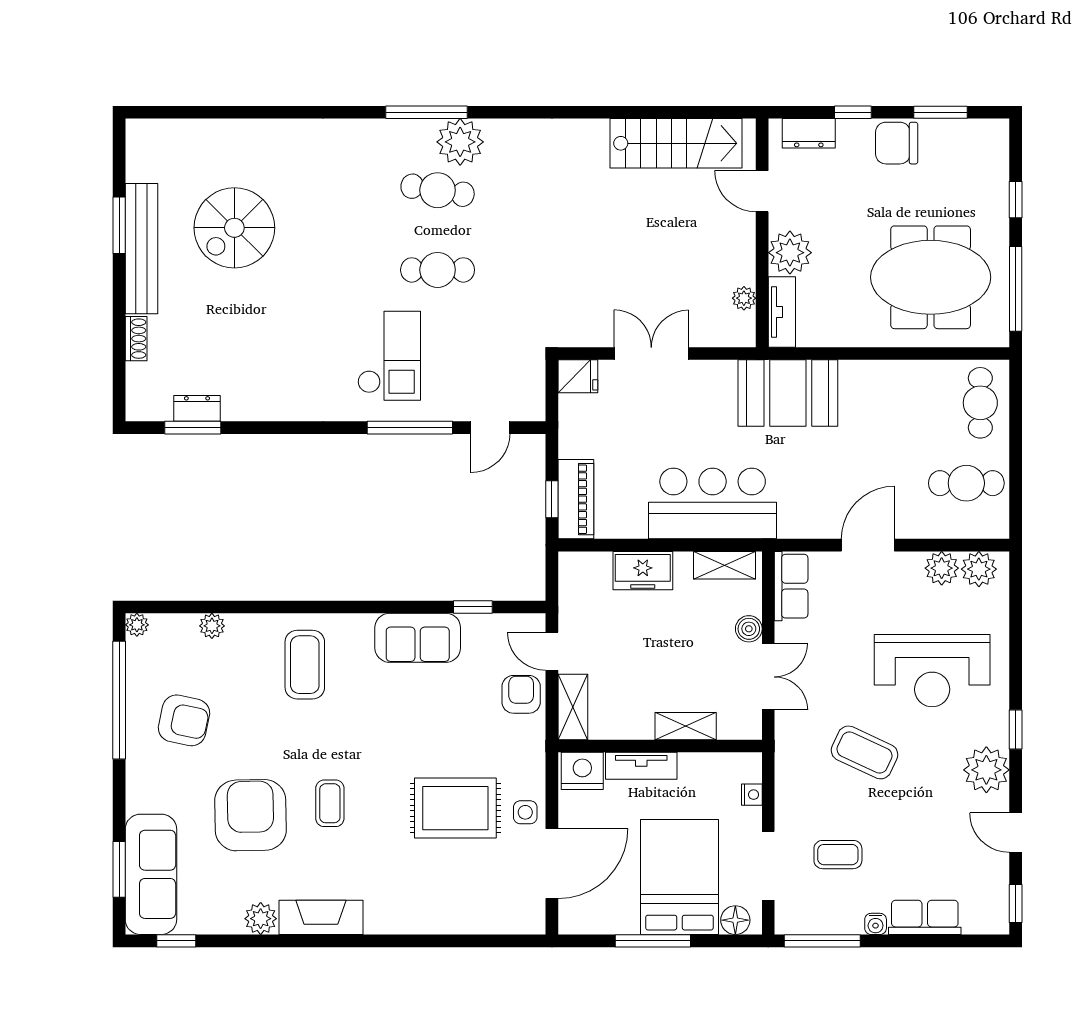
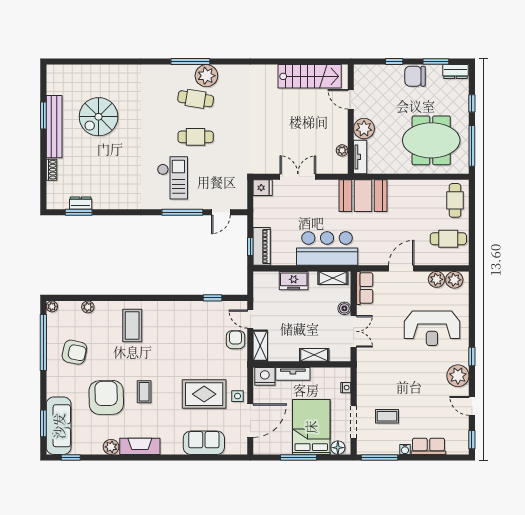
dresser: (809, 133) -> (455, 72), moved
sofa: (418, 638) -> (204, 443), moved, turned 180
coffee table: (864, 752) -> (400, 367), removed

